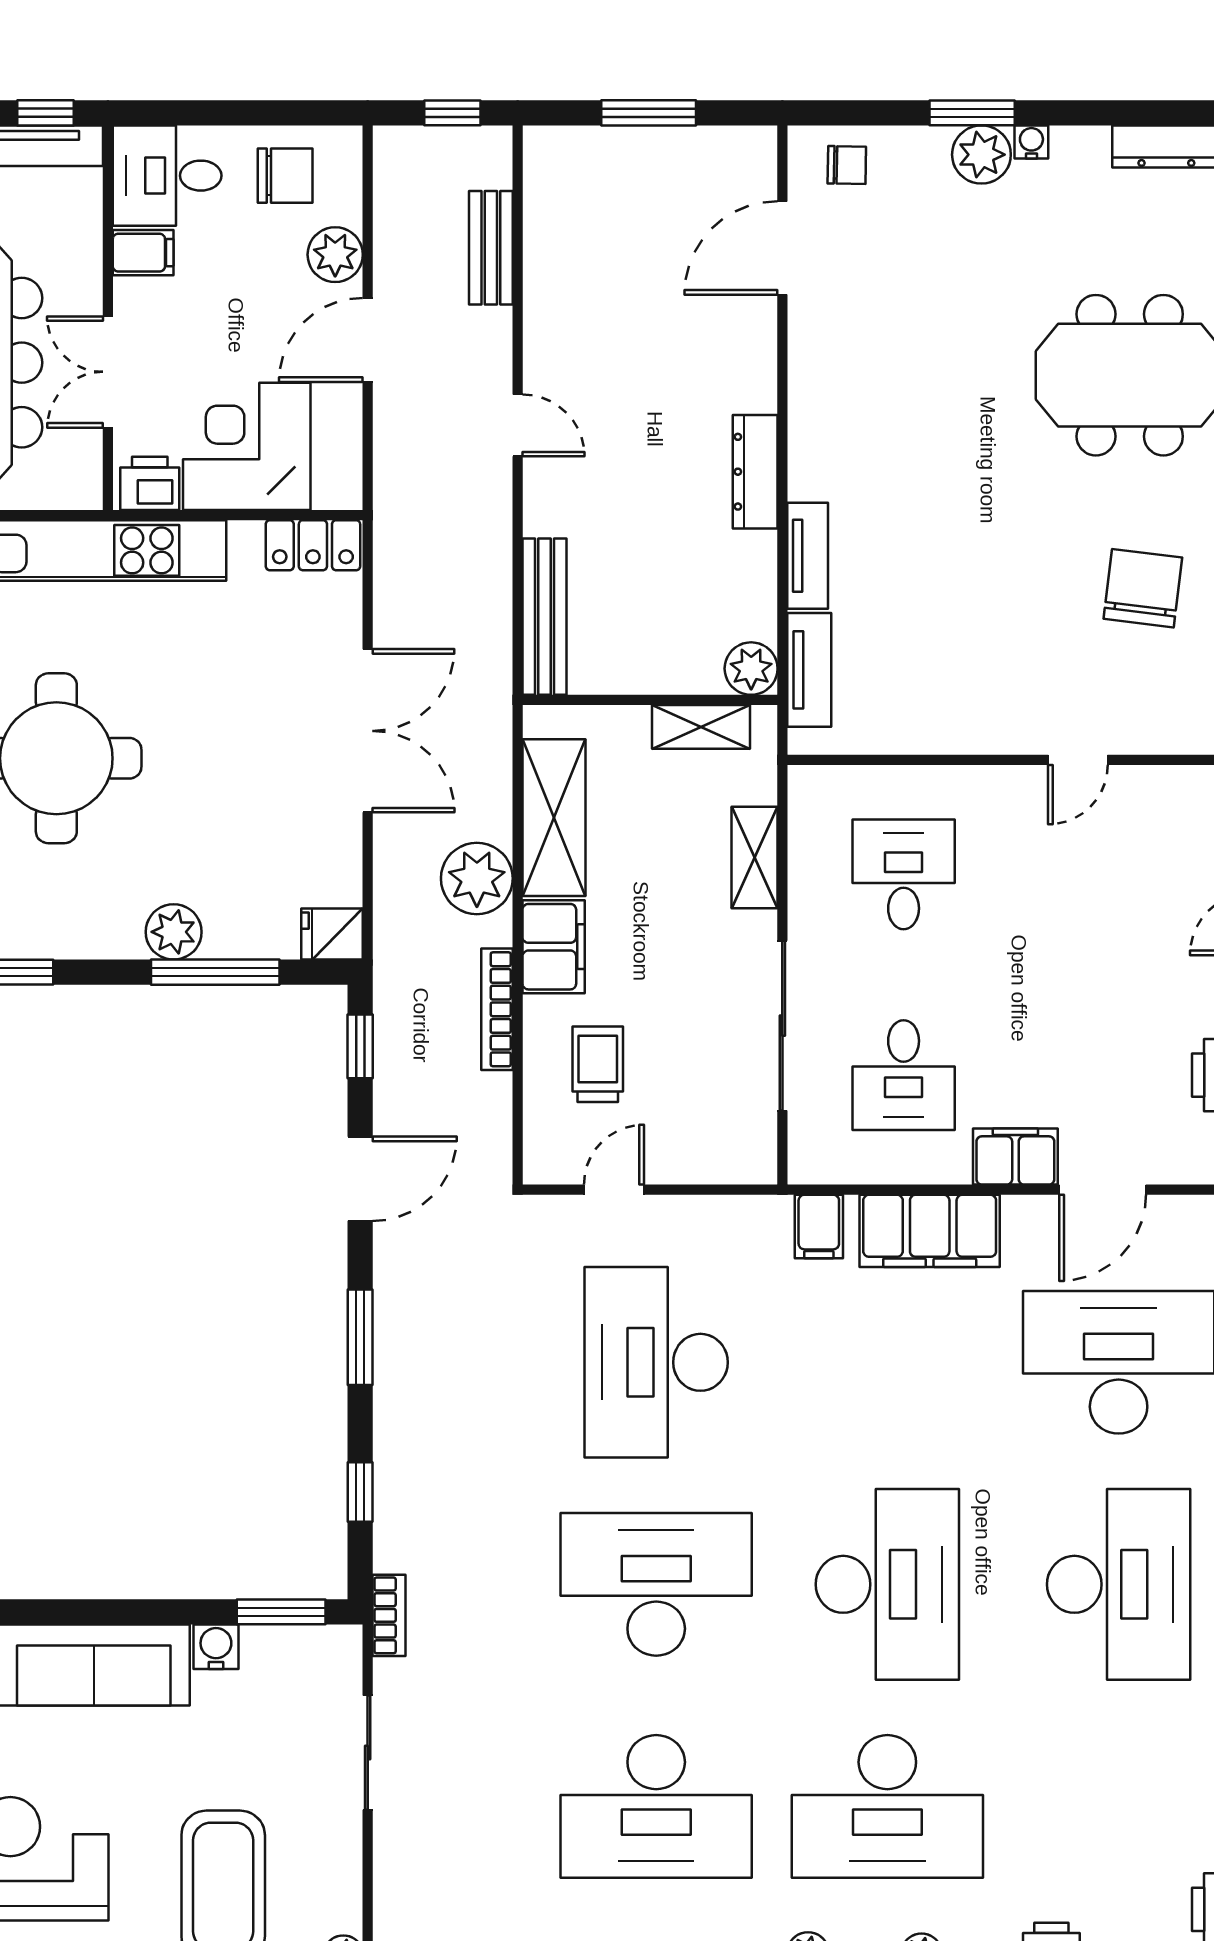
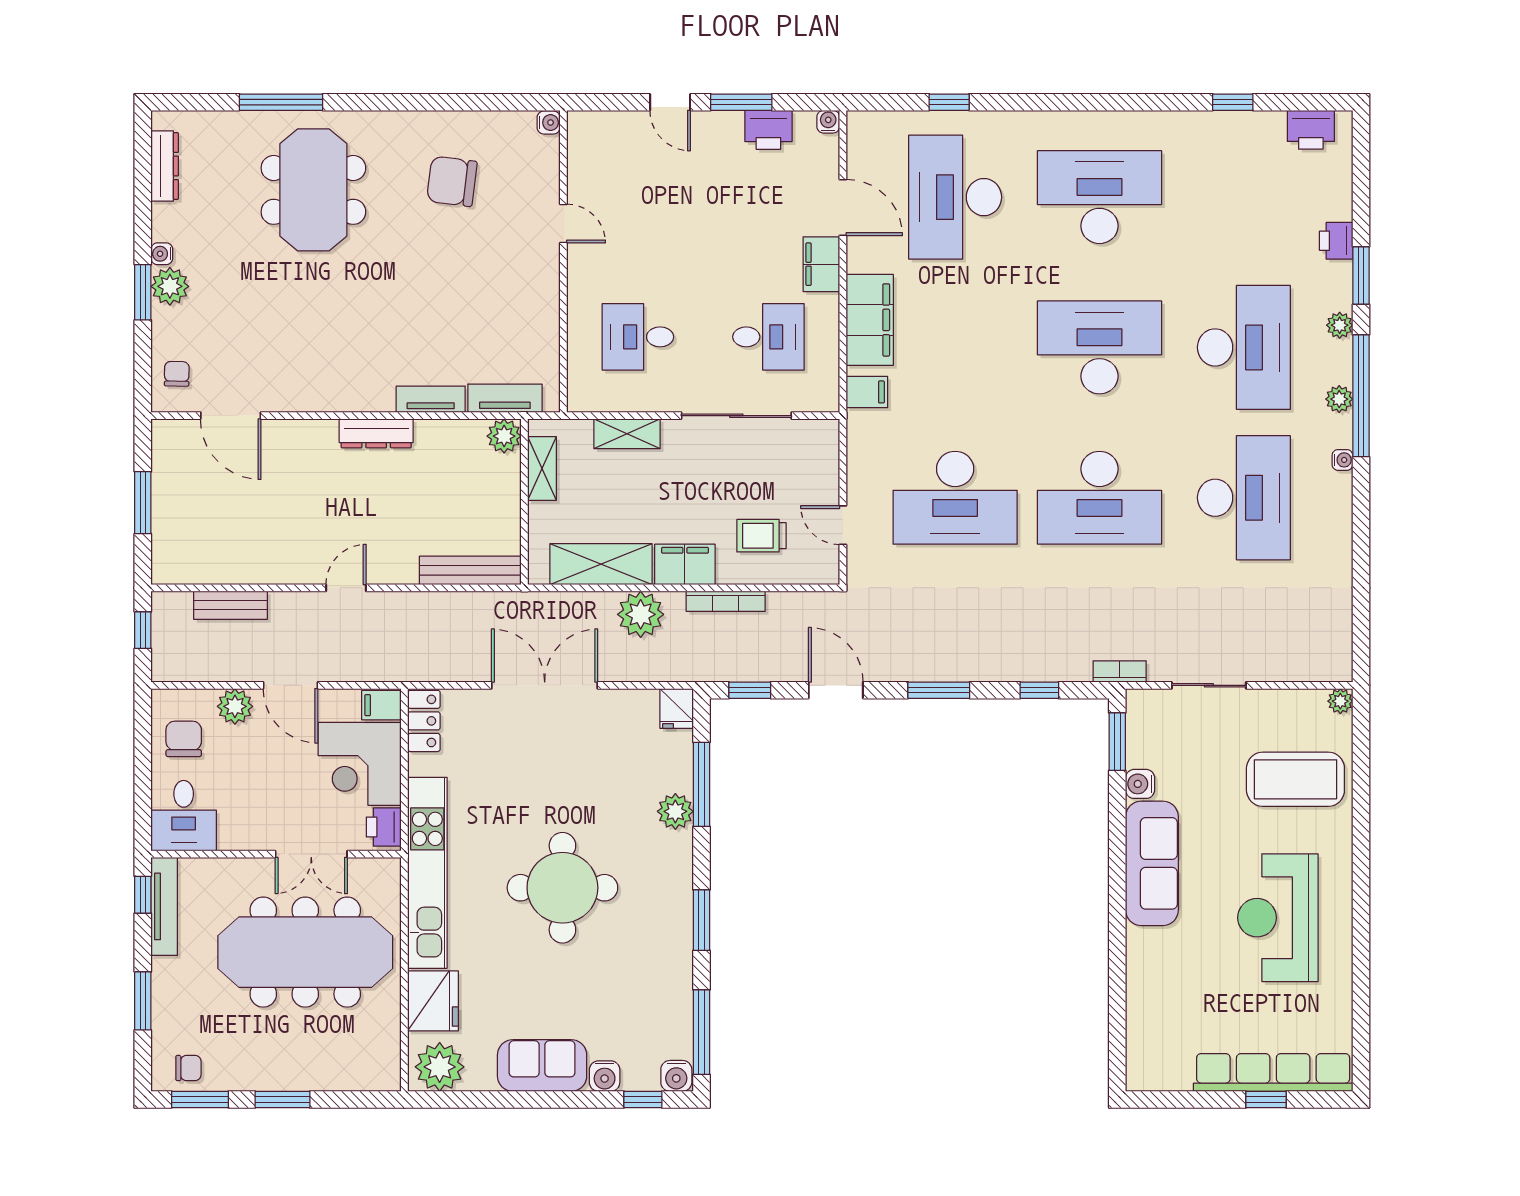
filing cabinet: (143, 253) -> (381, 705), moved, turned -90
desk: (656, 1584) -> (1099, 498), turned -90

